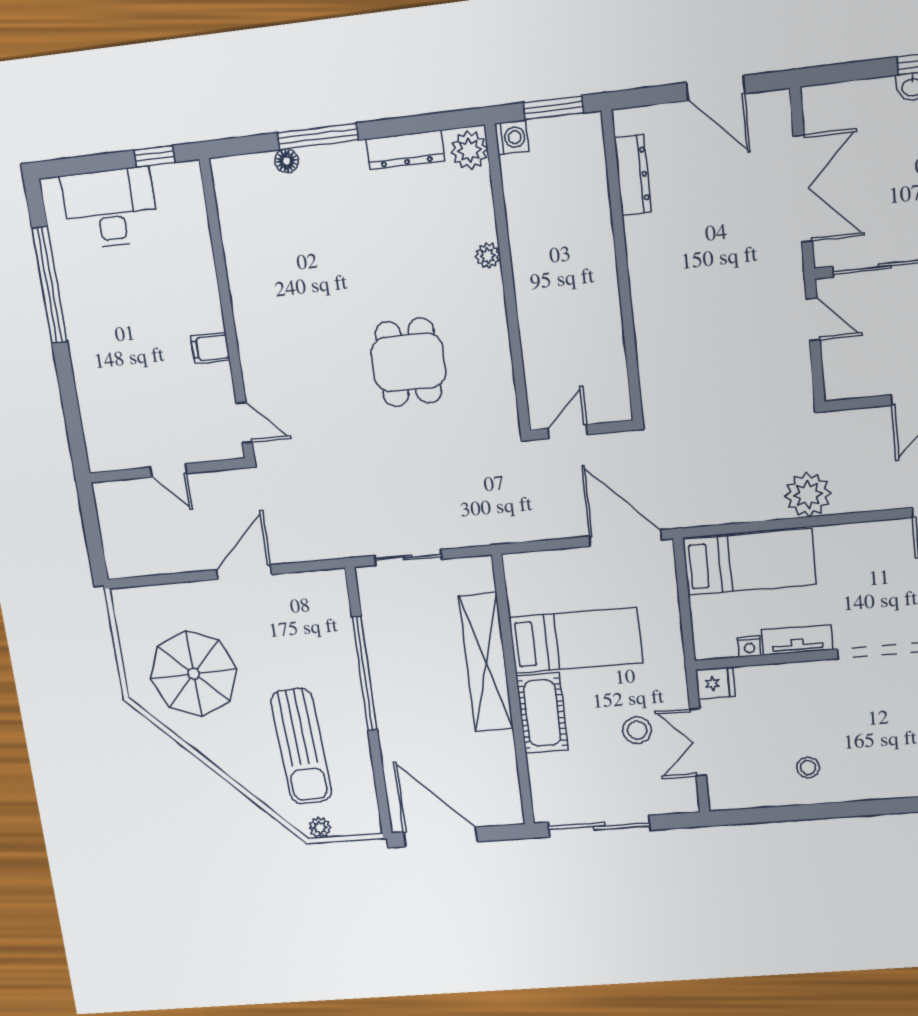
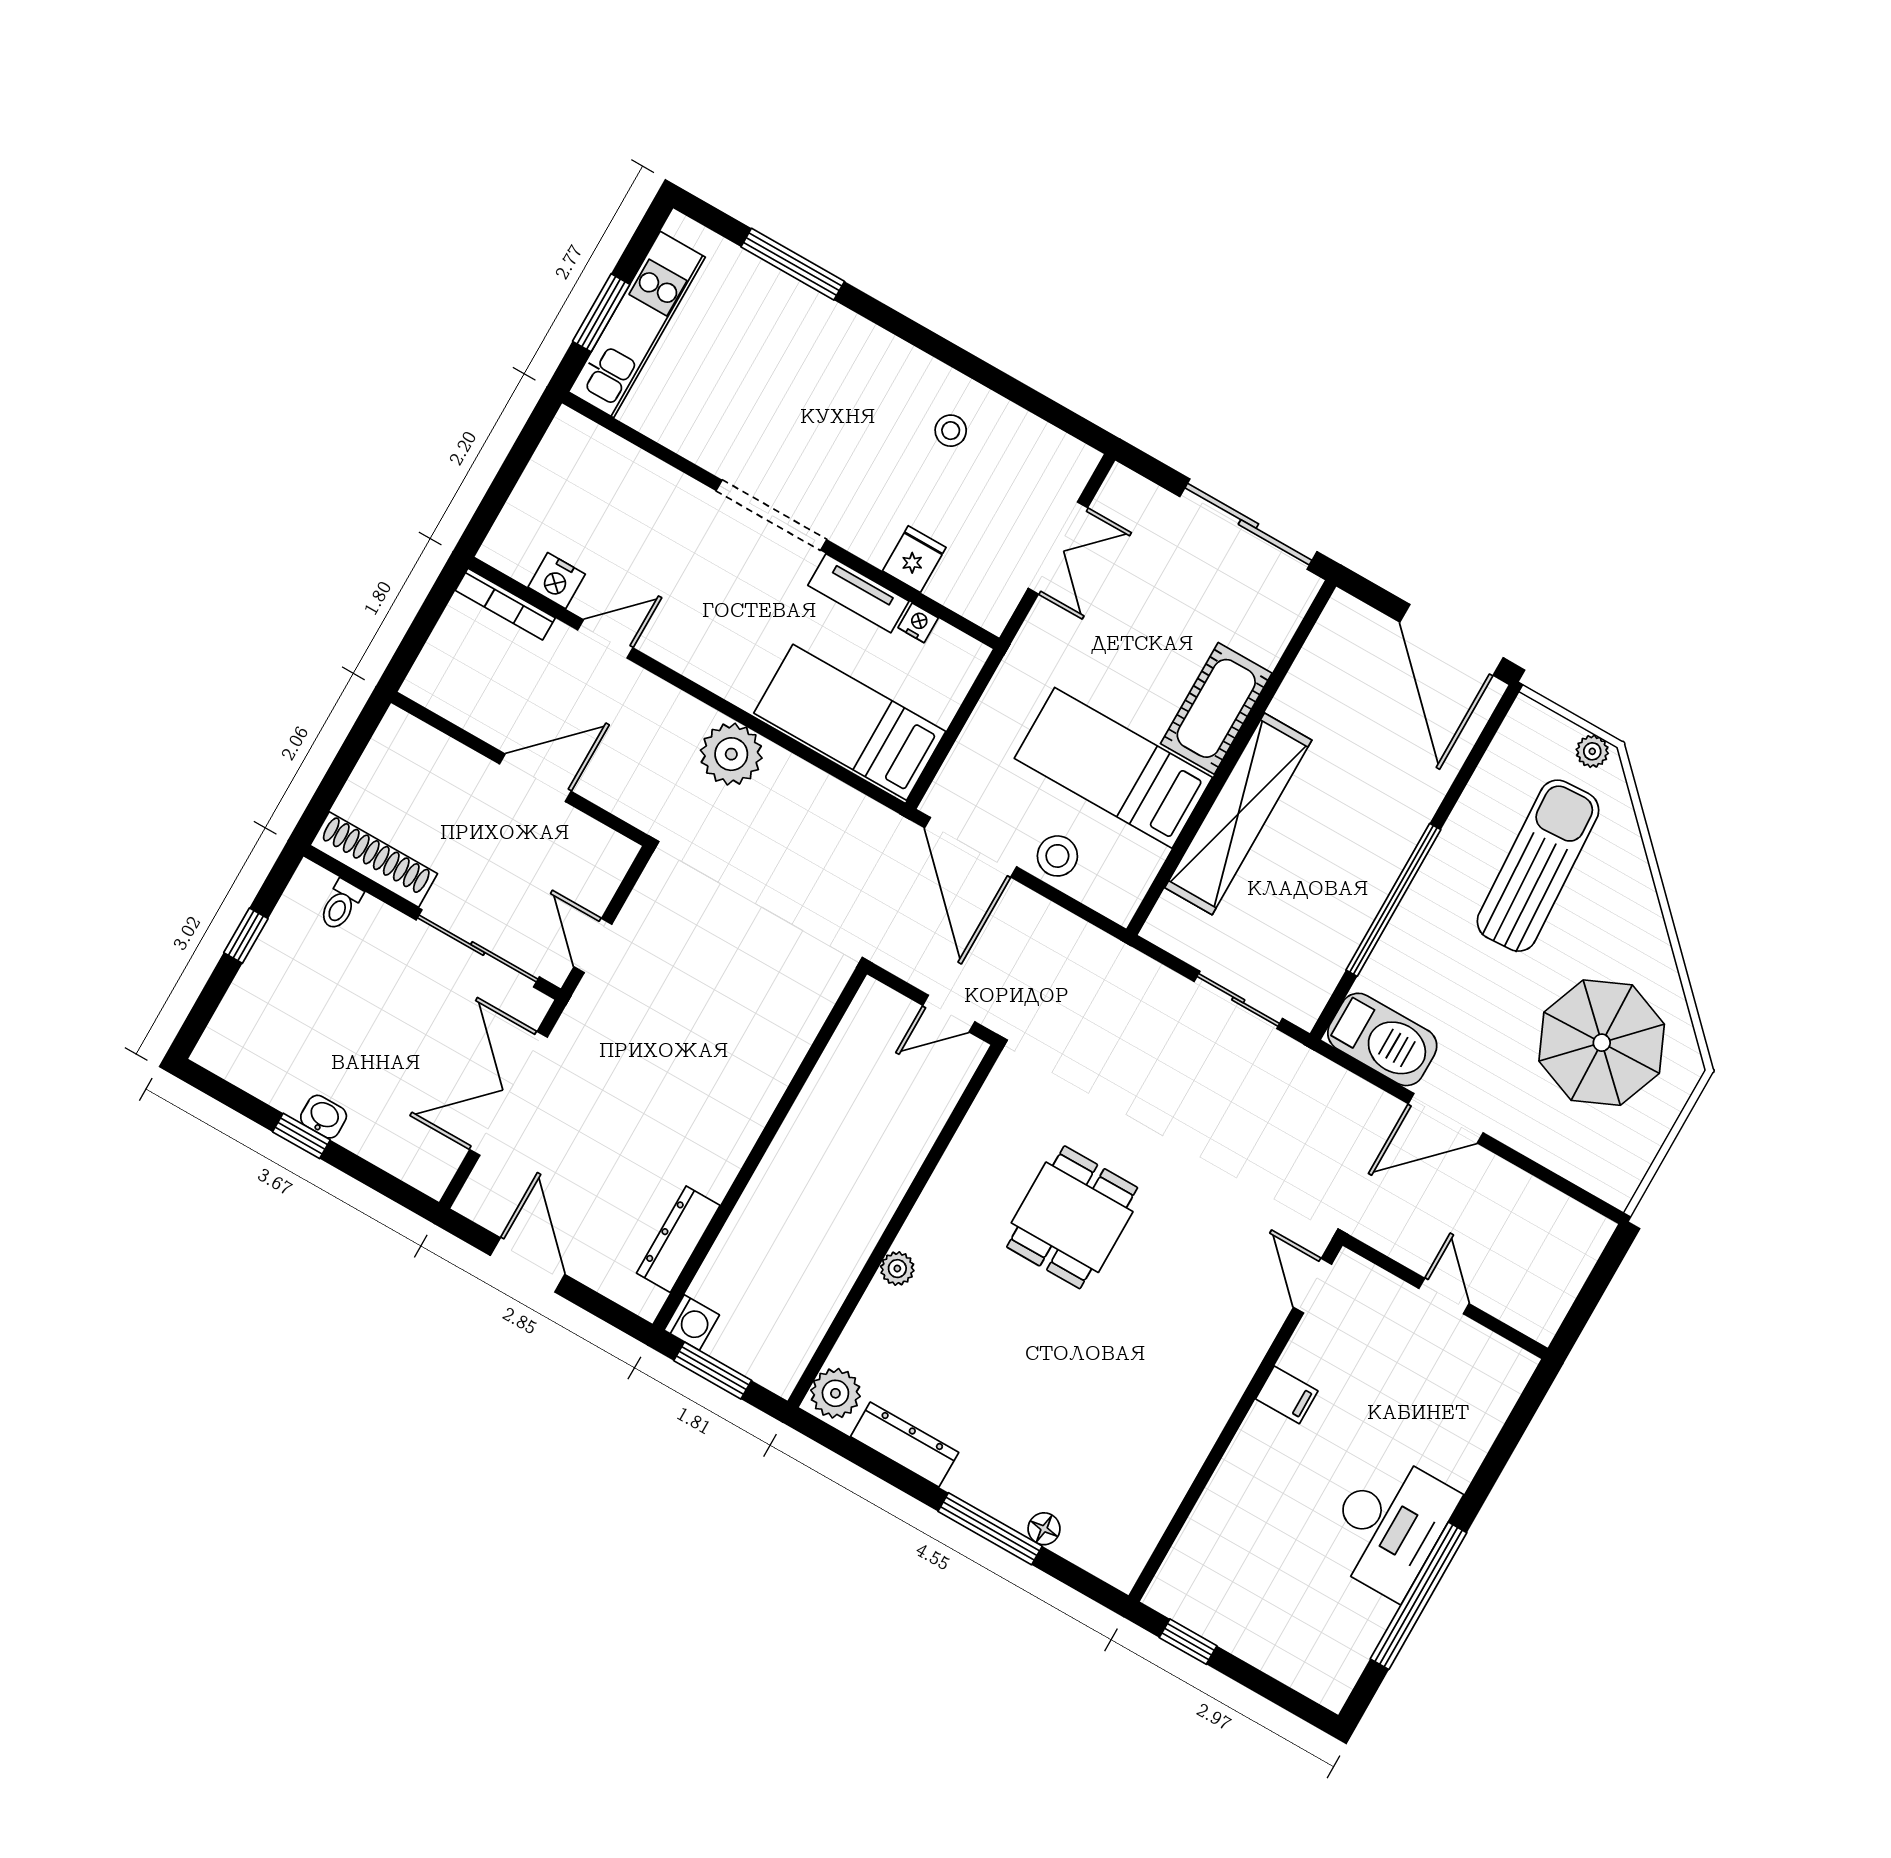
washing machine: (512, 137) -> (692, 1323), moved, turned 180
desk: (110, 208) -> (1389, 1525), moved, turned -90
barbecue: (312, 592) -> (1382, 1039), added
fridge: (715, 683) -> (914, 559), moved, turned 90
stool: (637, 730) -> (1057, 856), moved

